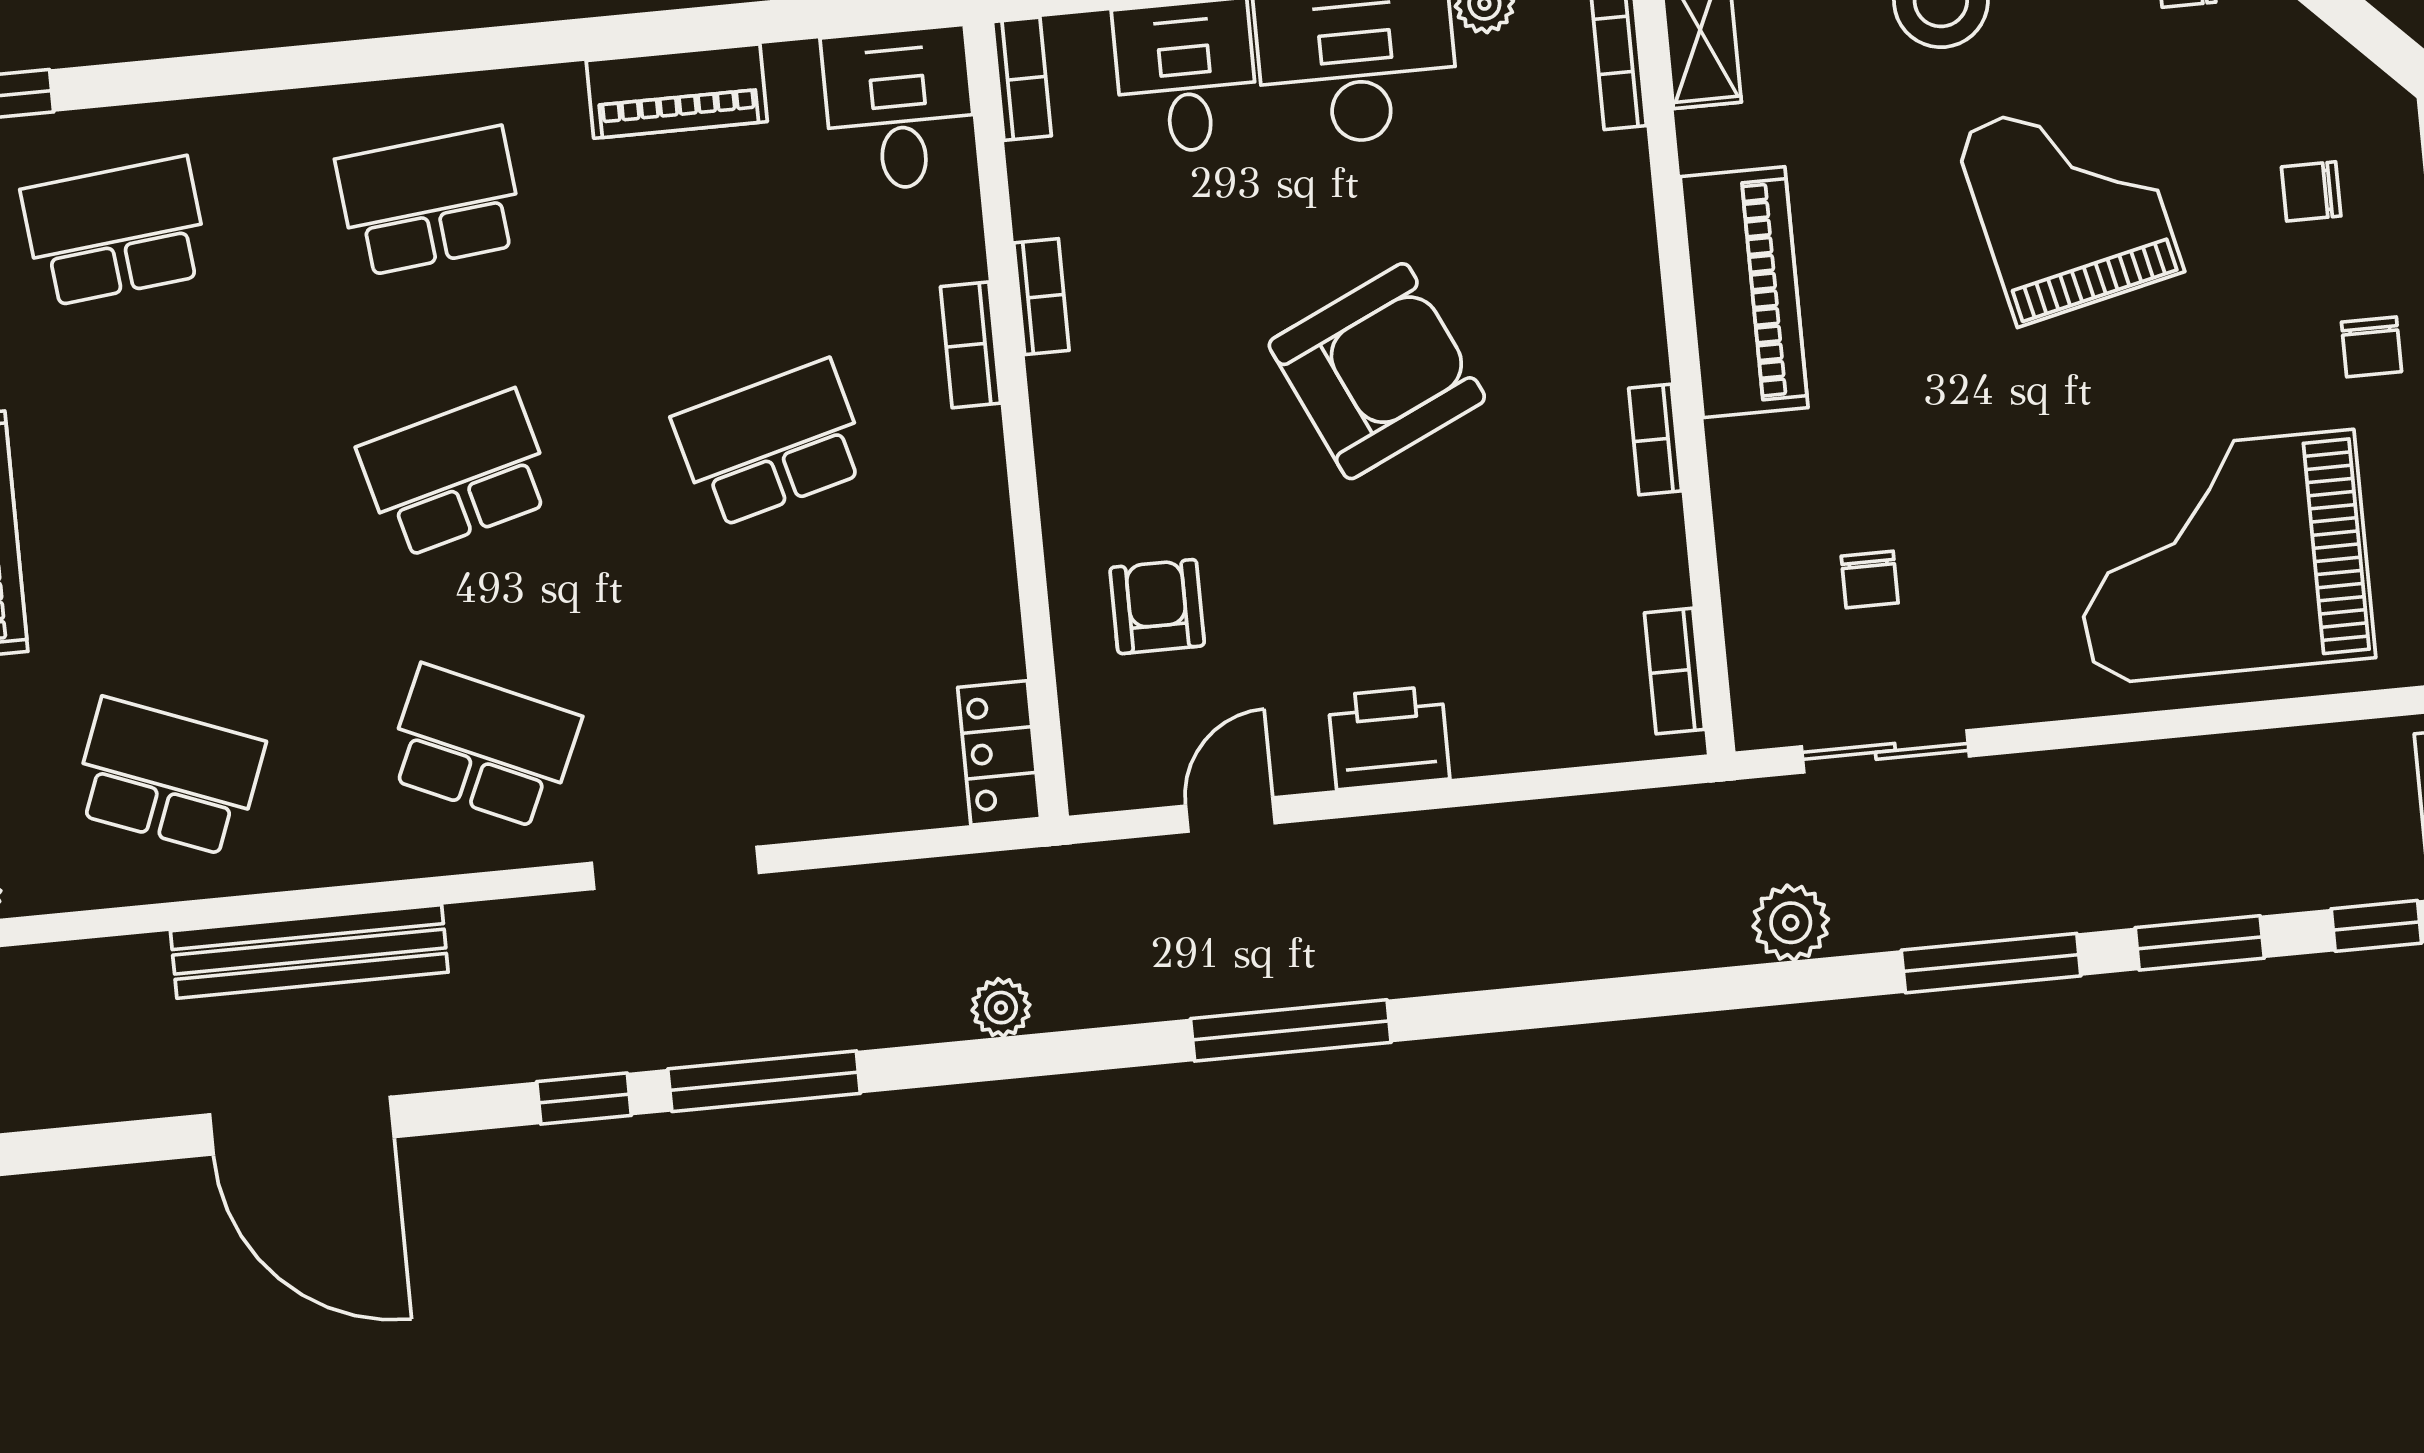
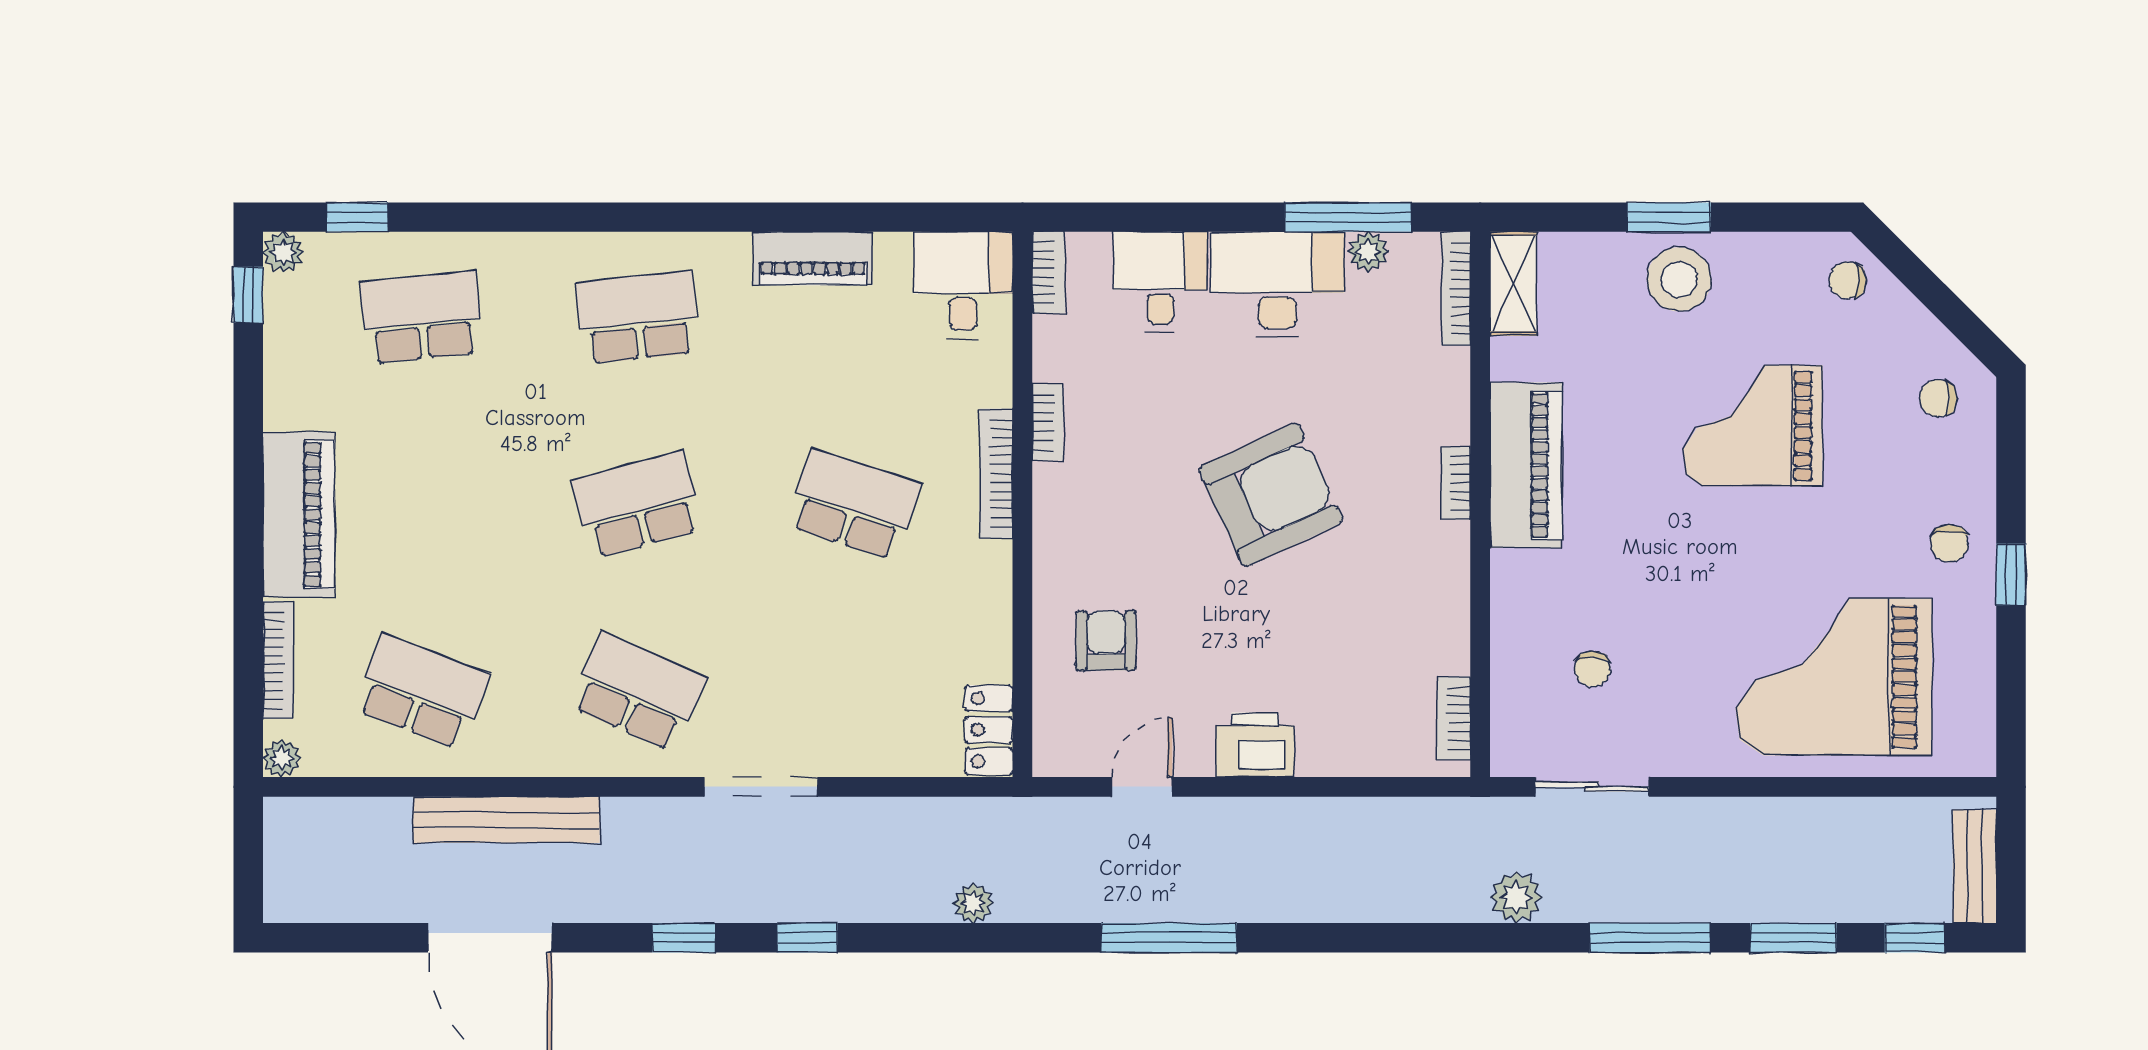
chair: (2311, 191) -> (1938, 398), moved
grand piano: (2069, 203) -> (1753, 426), turned -77
bookcase: (970, 345) -> (996, 474), width x1.56
bookcase: (1655, 440) -> (1456, 483), moved
school desk: (771, 444) -> (854, 504), turned 33
window: (764, 1081) -> (807, 938), width x0.46

